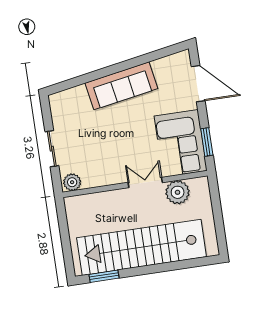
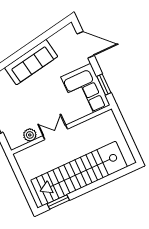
plant: (72, 182) -> (30, 135), moved
double door: (145, 183) -> (55, 132), moved
plant: (178, 192) -> (93, 127), removed

